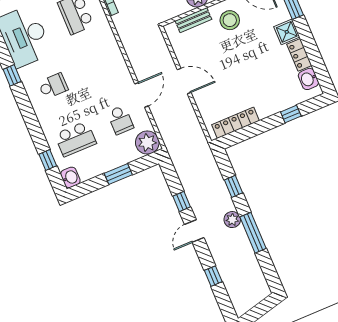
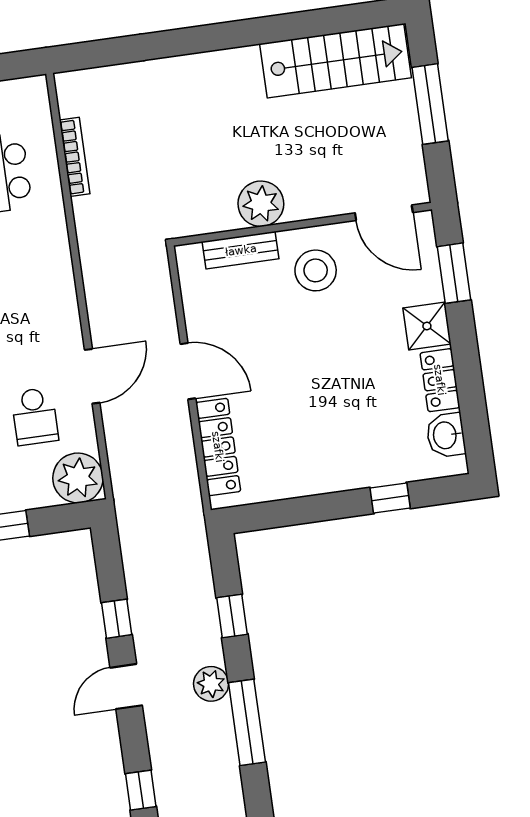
locker: (236, 123) -> (218, 447), moved, turned 90

